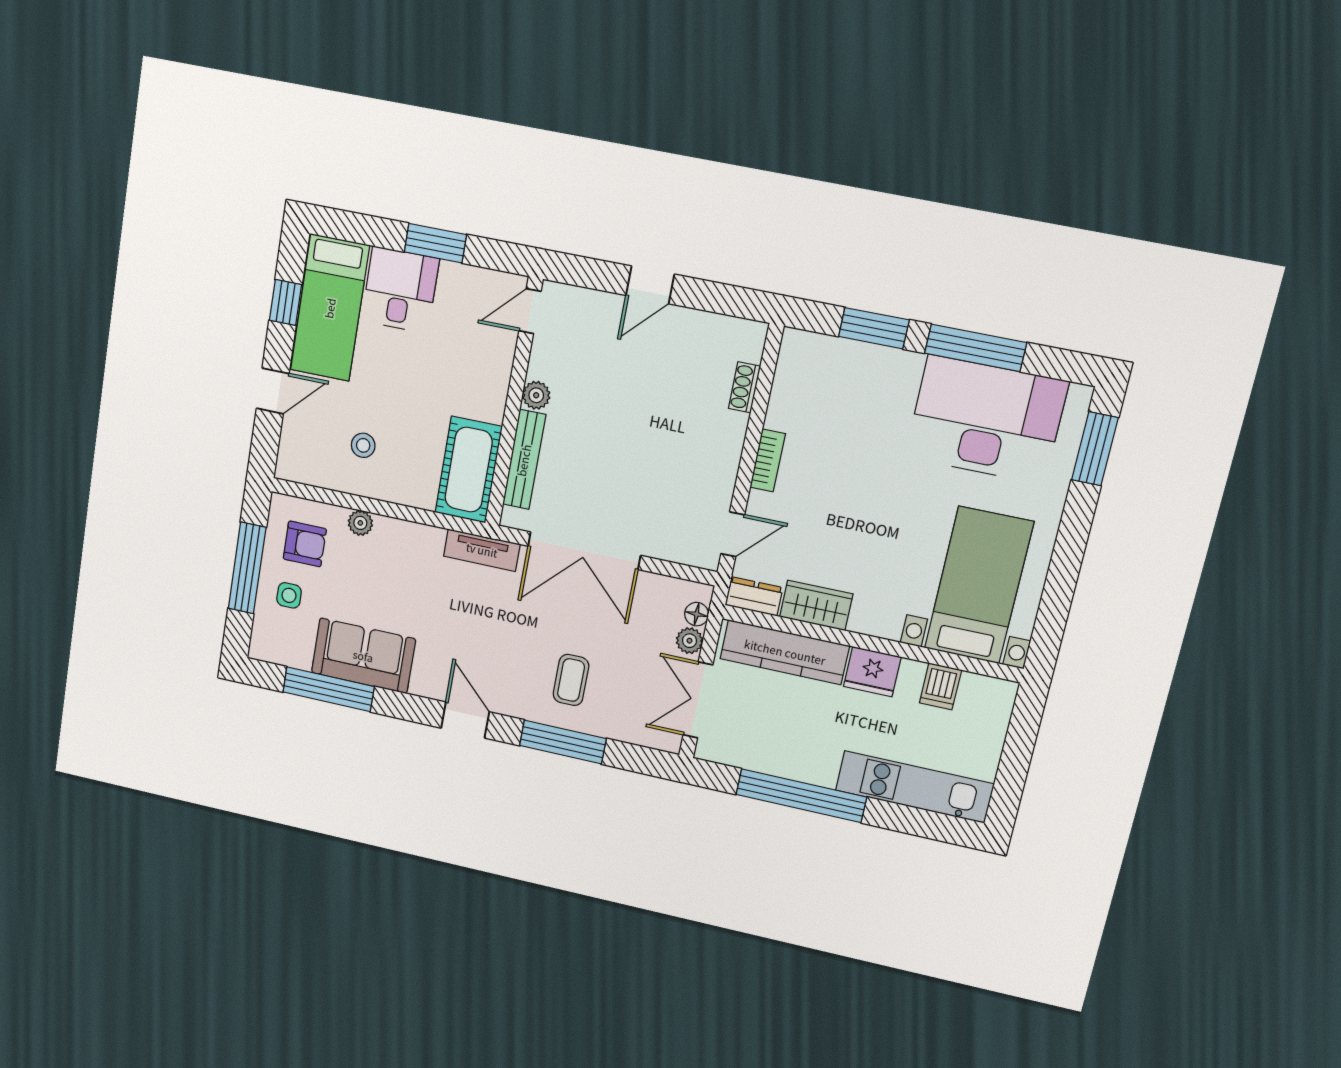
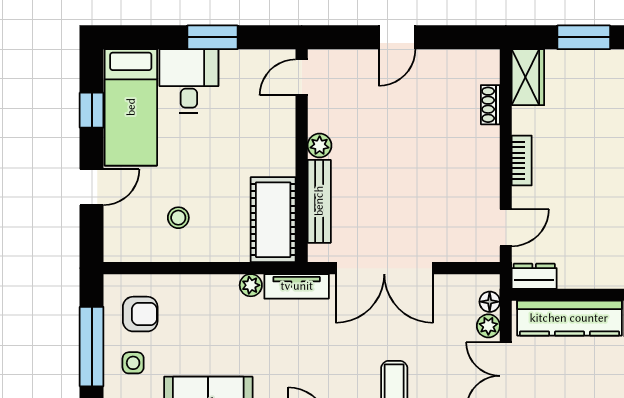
plant: (360, 523) -> (251, 285), moved
wardrobe: (816, 605) -> (528, 77), moved, turned 90

